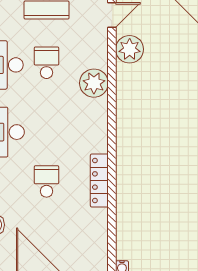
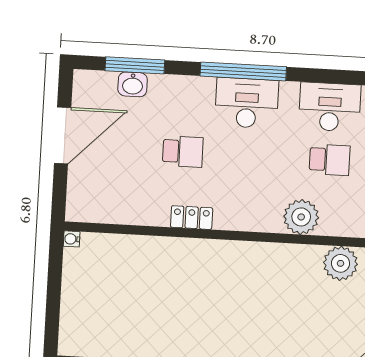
locker: (99, 181) -> (192, 218), width x0.66

